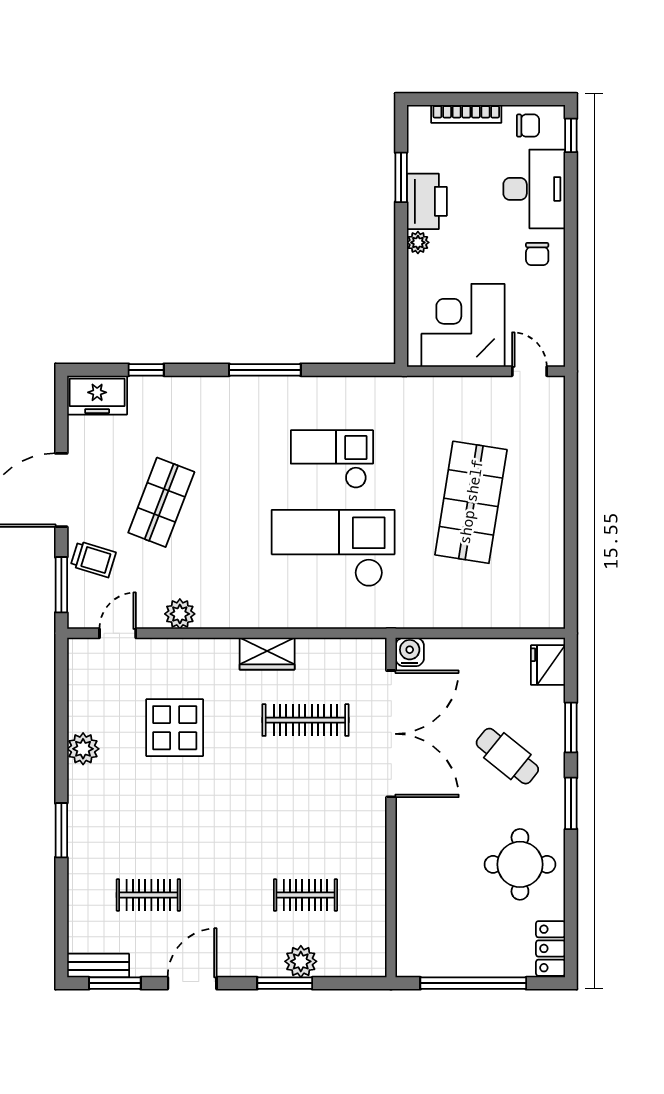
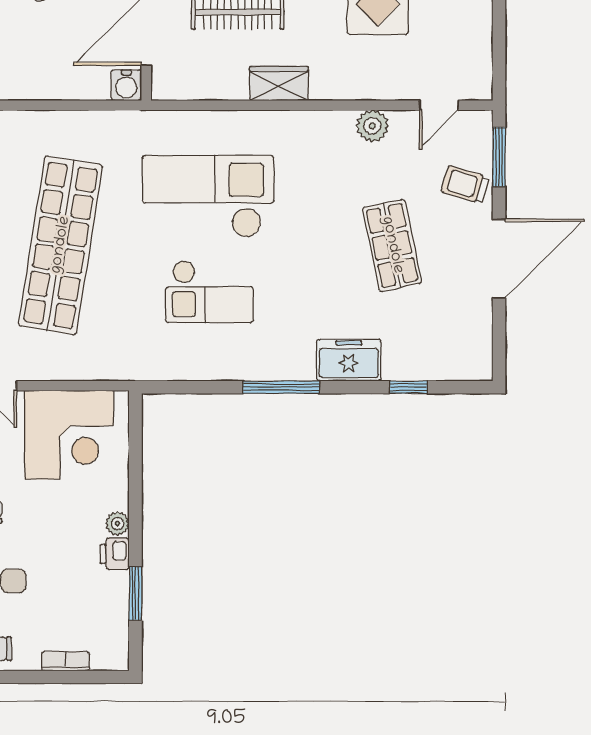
bookcase: (466, 114) -> (66, 661), width x0.64
printer: (427, 201) -> (115, 554), width x0.53, depth x0.68
freezer: (97, 395) -> (349, 360), moved
shop shelf: (161, 502) -> (392, 245), turned -33
shop shelf: (471, 502) -> (61, 245), width x1.40
checkout: (333, 548) -> (208, 196), turned 180

